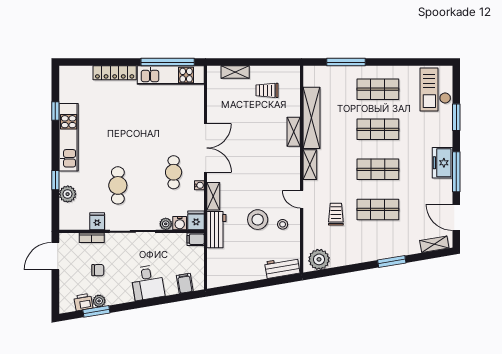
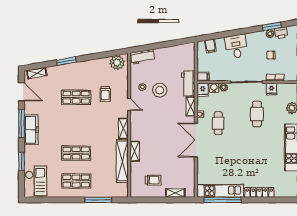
freezer: (442, 163) -> (31, 130), width x1.40
shop shelf: (378, 169) -> (76, 125), removed

